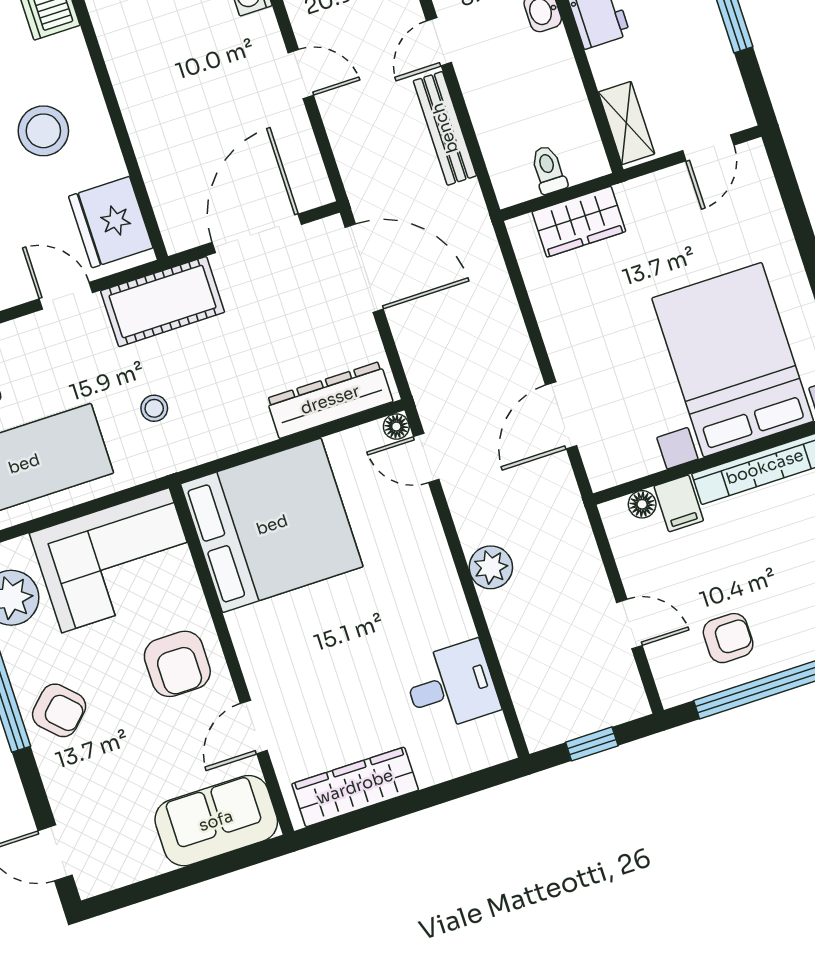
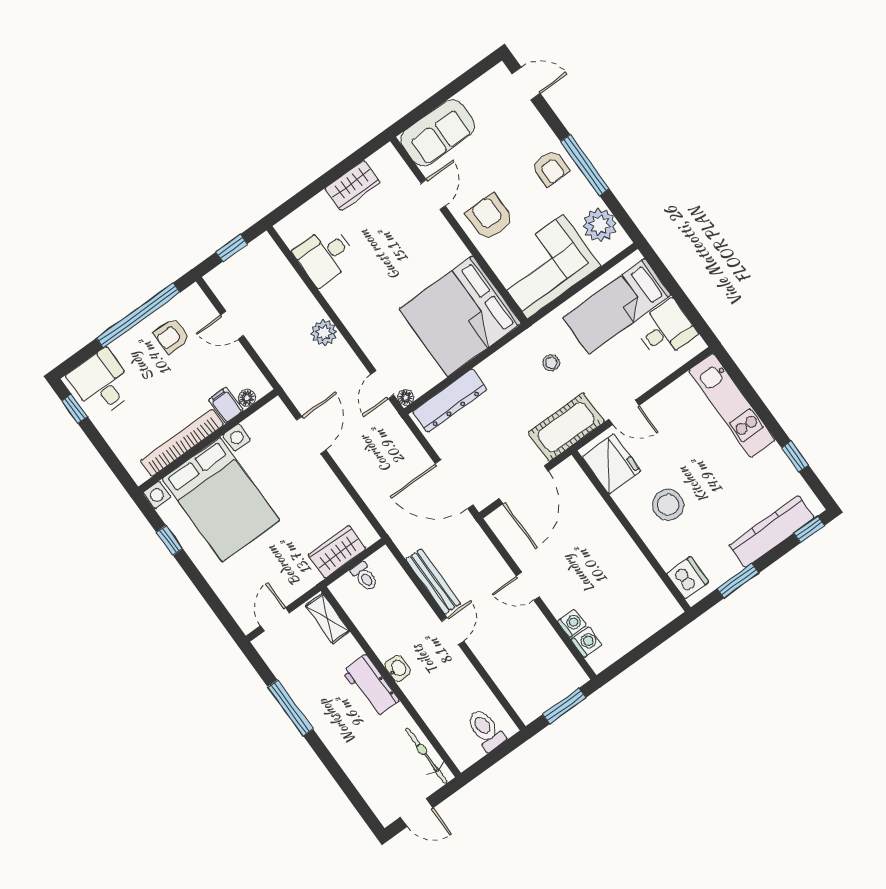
door: (426, 458) -> (382, 385), swing flipped
armchair: (59, 710) -> (550, 168), turned -135
wardrobe: (355, 787) -> (353, 186), width x0.67

